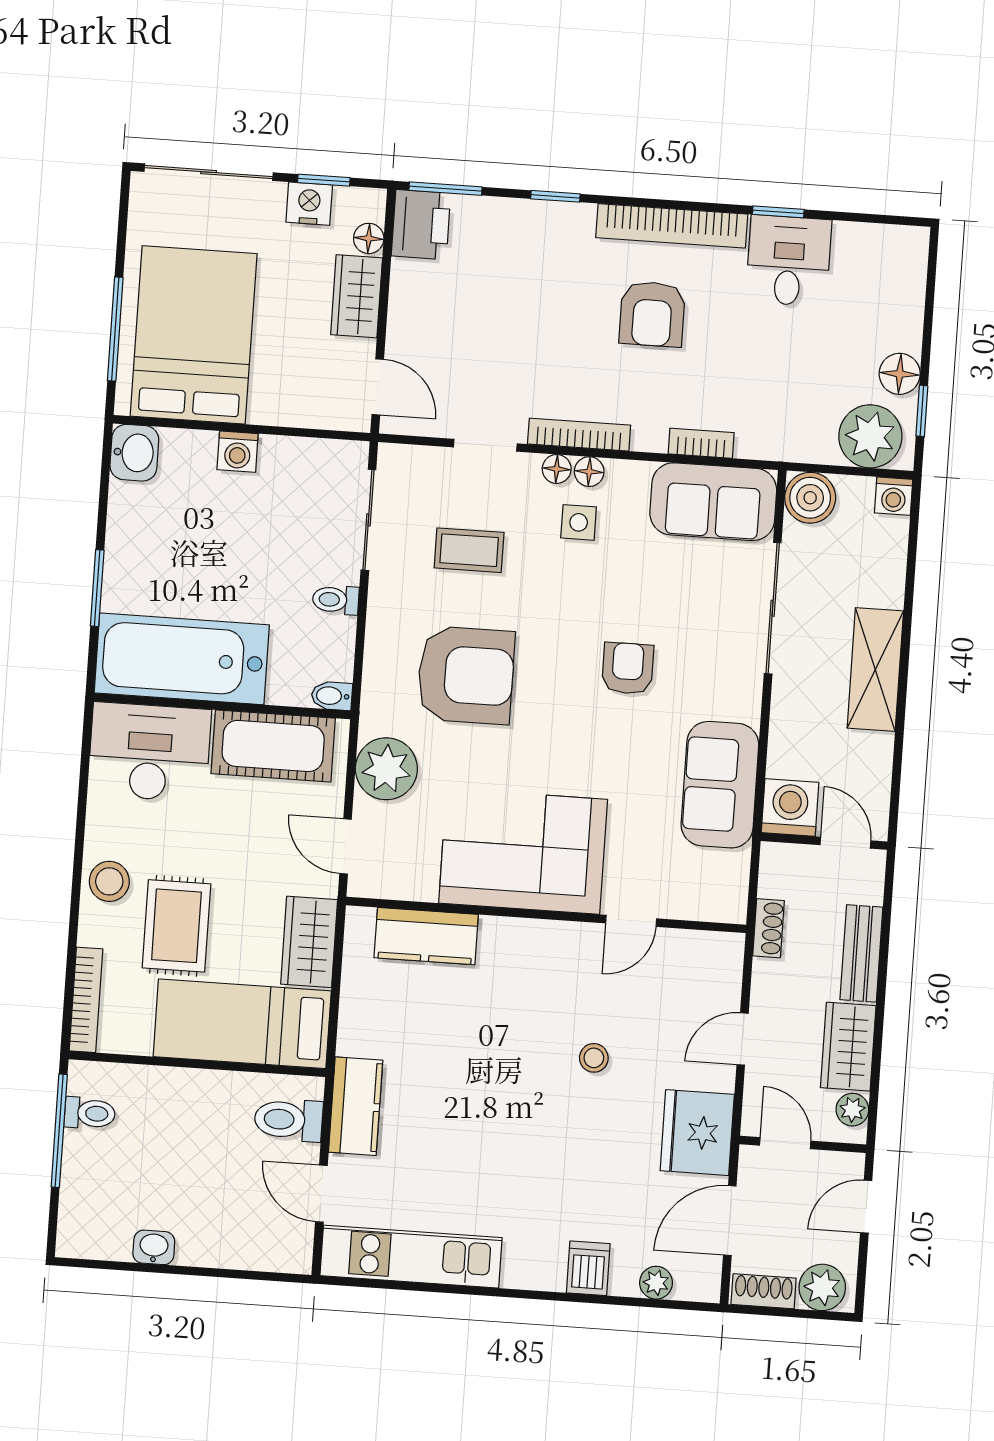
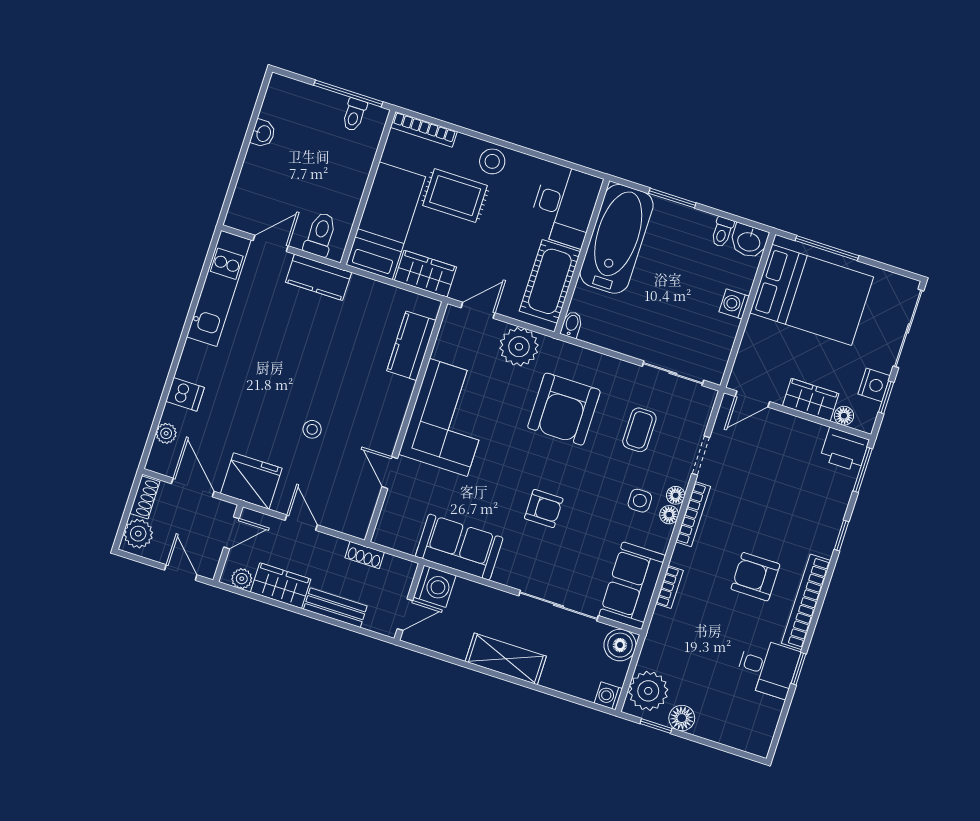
toilet: (336, 600) -> (722, 232), moved, turned 180

